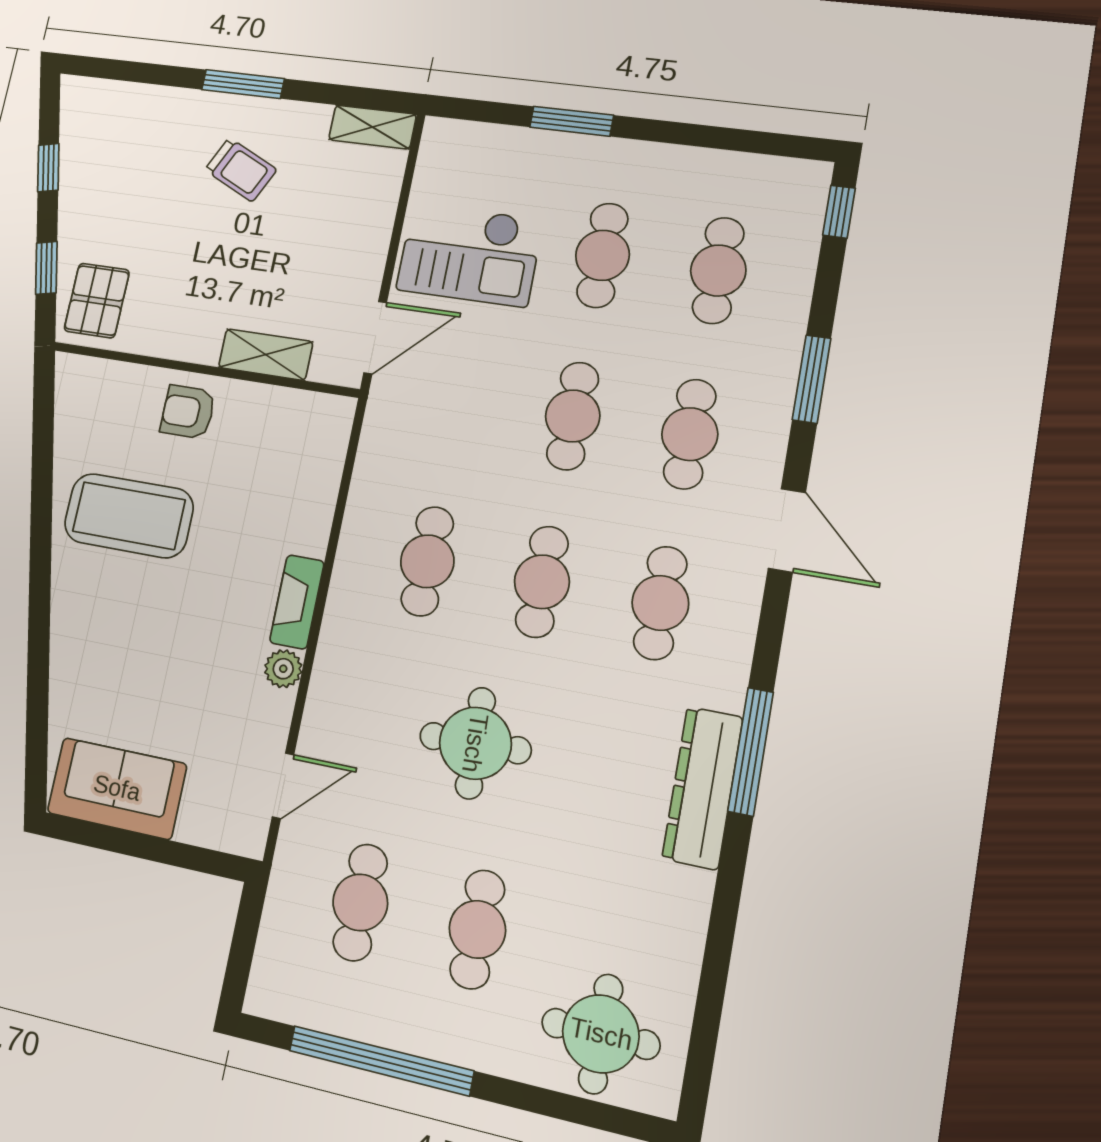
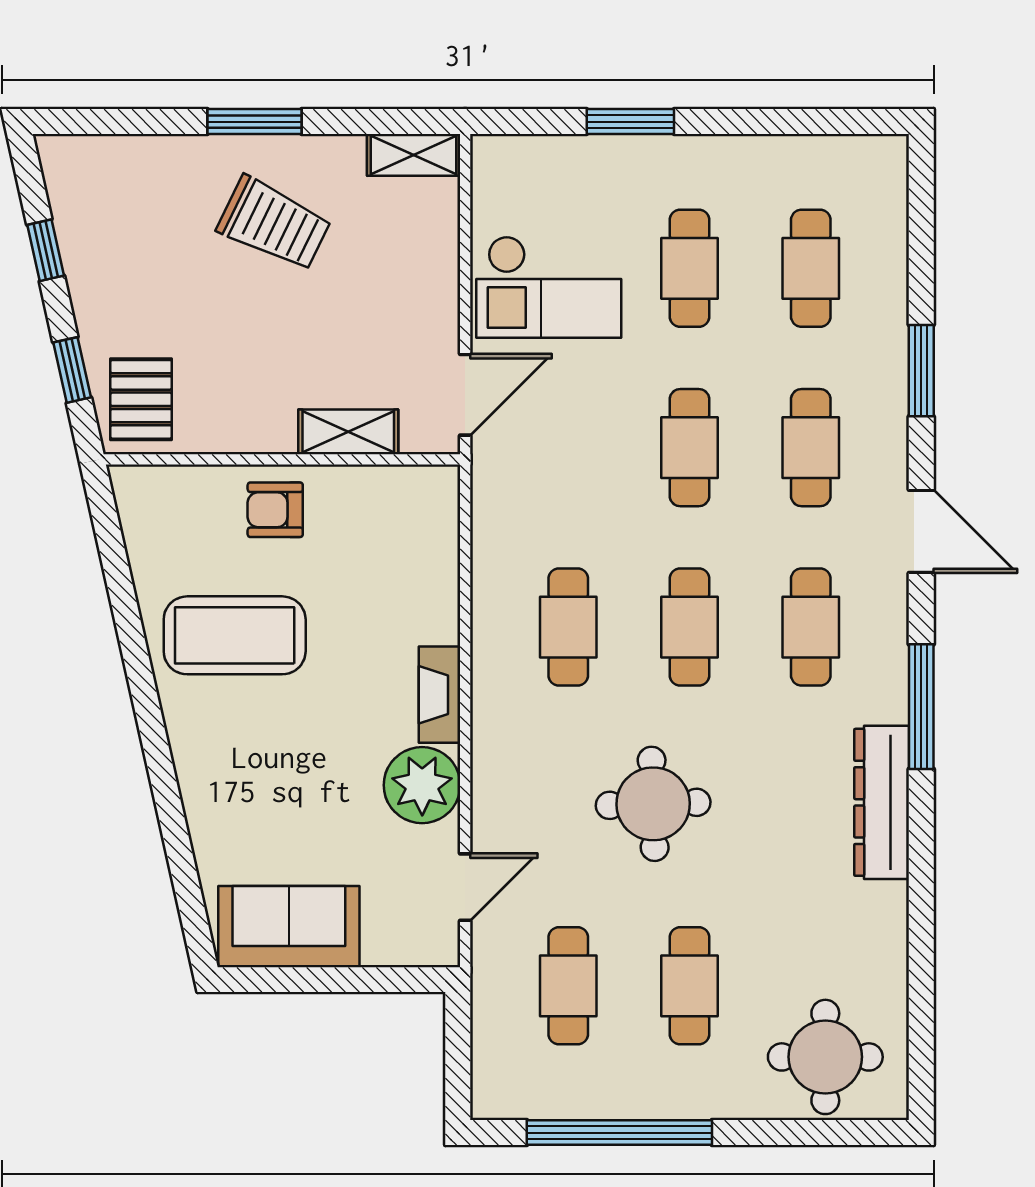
trolley: (241, 170) -> (274, 224), width x1.36, depth x1.39
window: (839, 212) -> (921, 188), removed
plant: (283, 669) -> (422, 785), width x1.87, depth x1.87
window: (751, 752) -> (921, 707), moved

